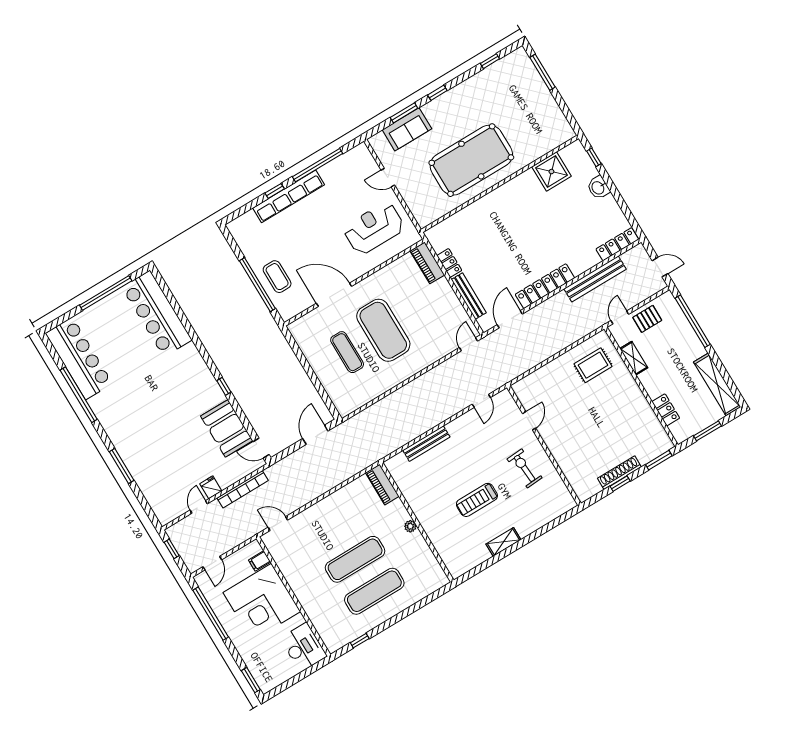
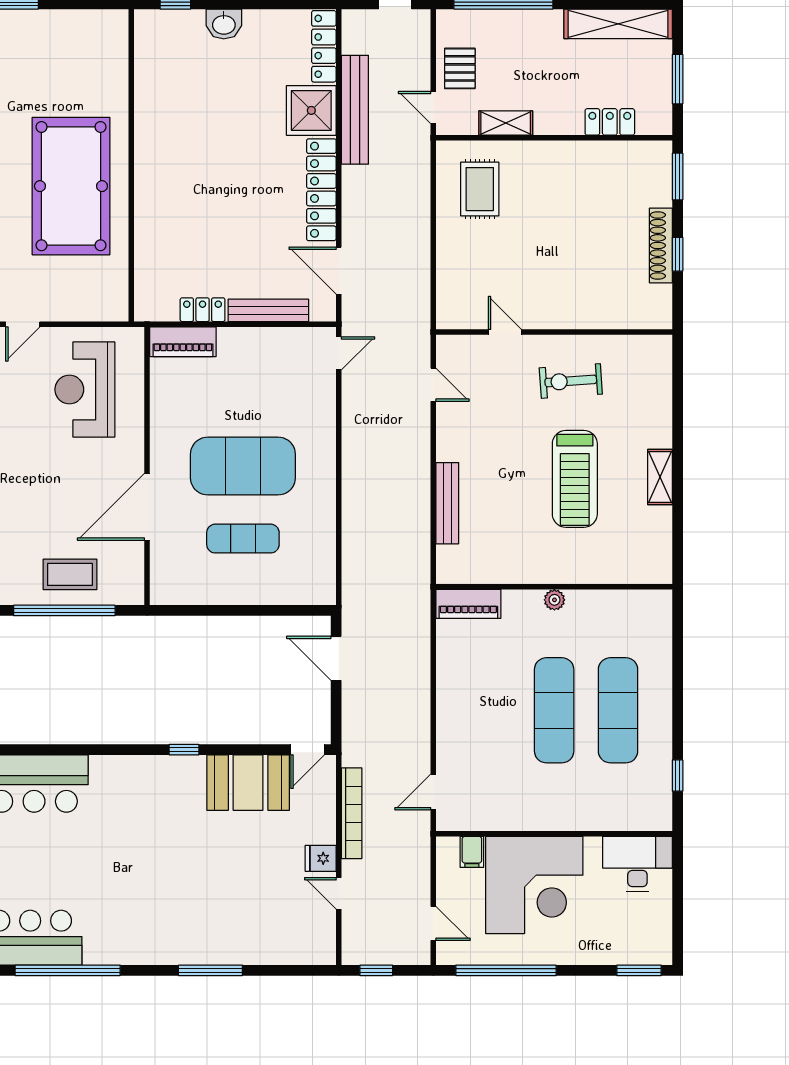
shower: (551, 172) -> (311, 110), moved
door: (468, 344) -> (339, 353), swing flipped
treadmill: (477, 500) -> (575, 479), width x1.37, depth x1.38

